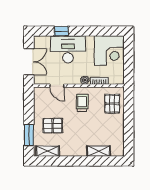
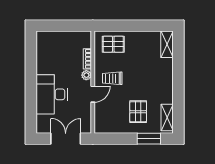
window: (61, 31) -> (31, 102), removed
corner desk: (109, 51) -> (53, 48), removed
door: (57, 86) -> (93, 94), moved
shelving: (99, 151) -> (167, 44), moved

